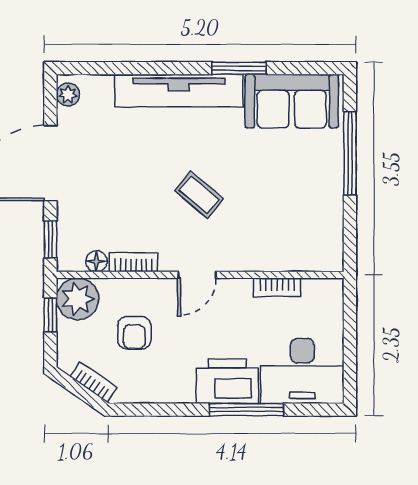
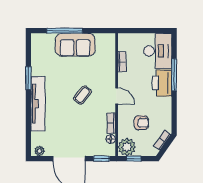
sofa: (292, 101) -> (75, 45), moved, turned 90

